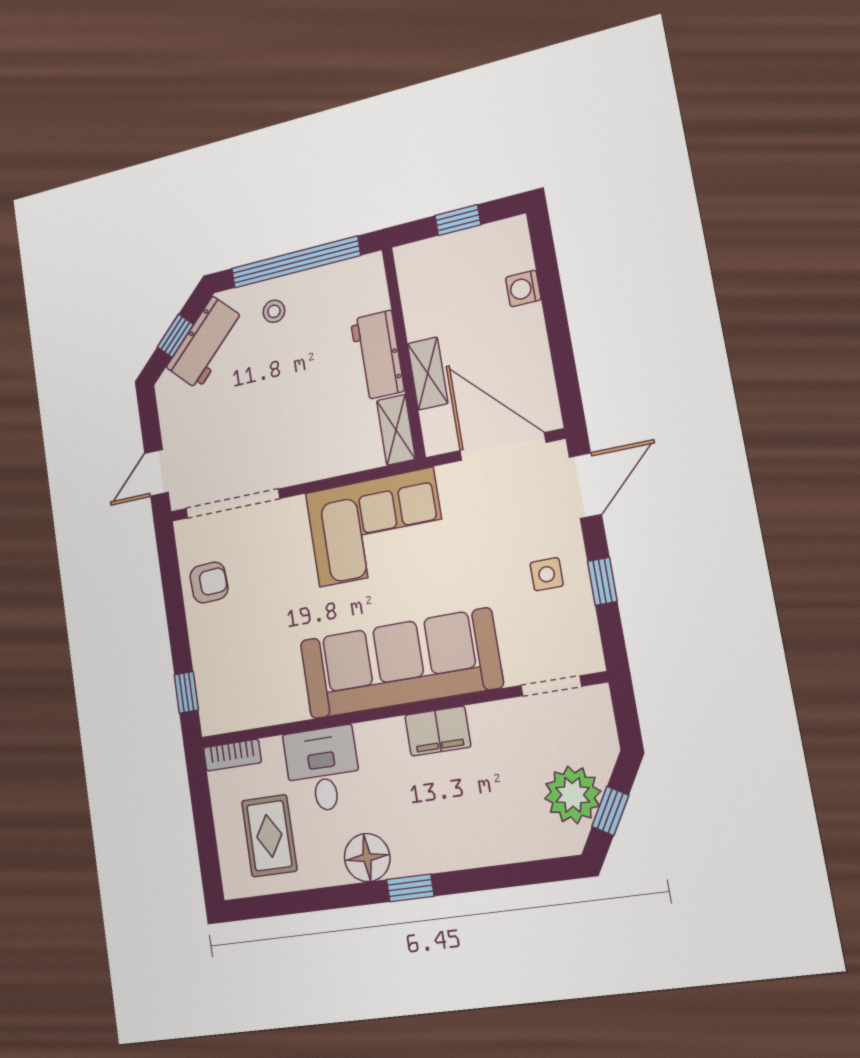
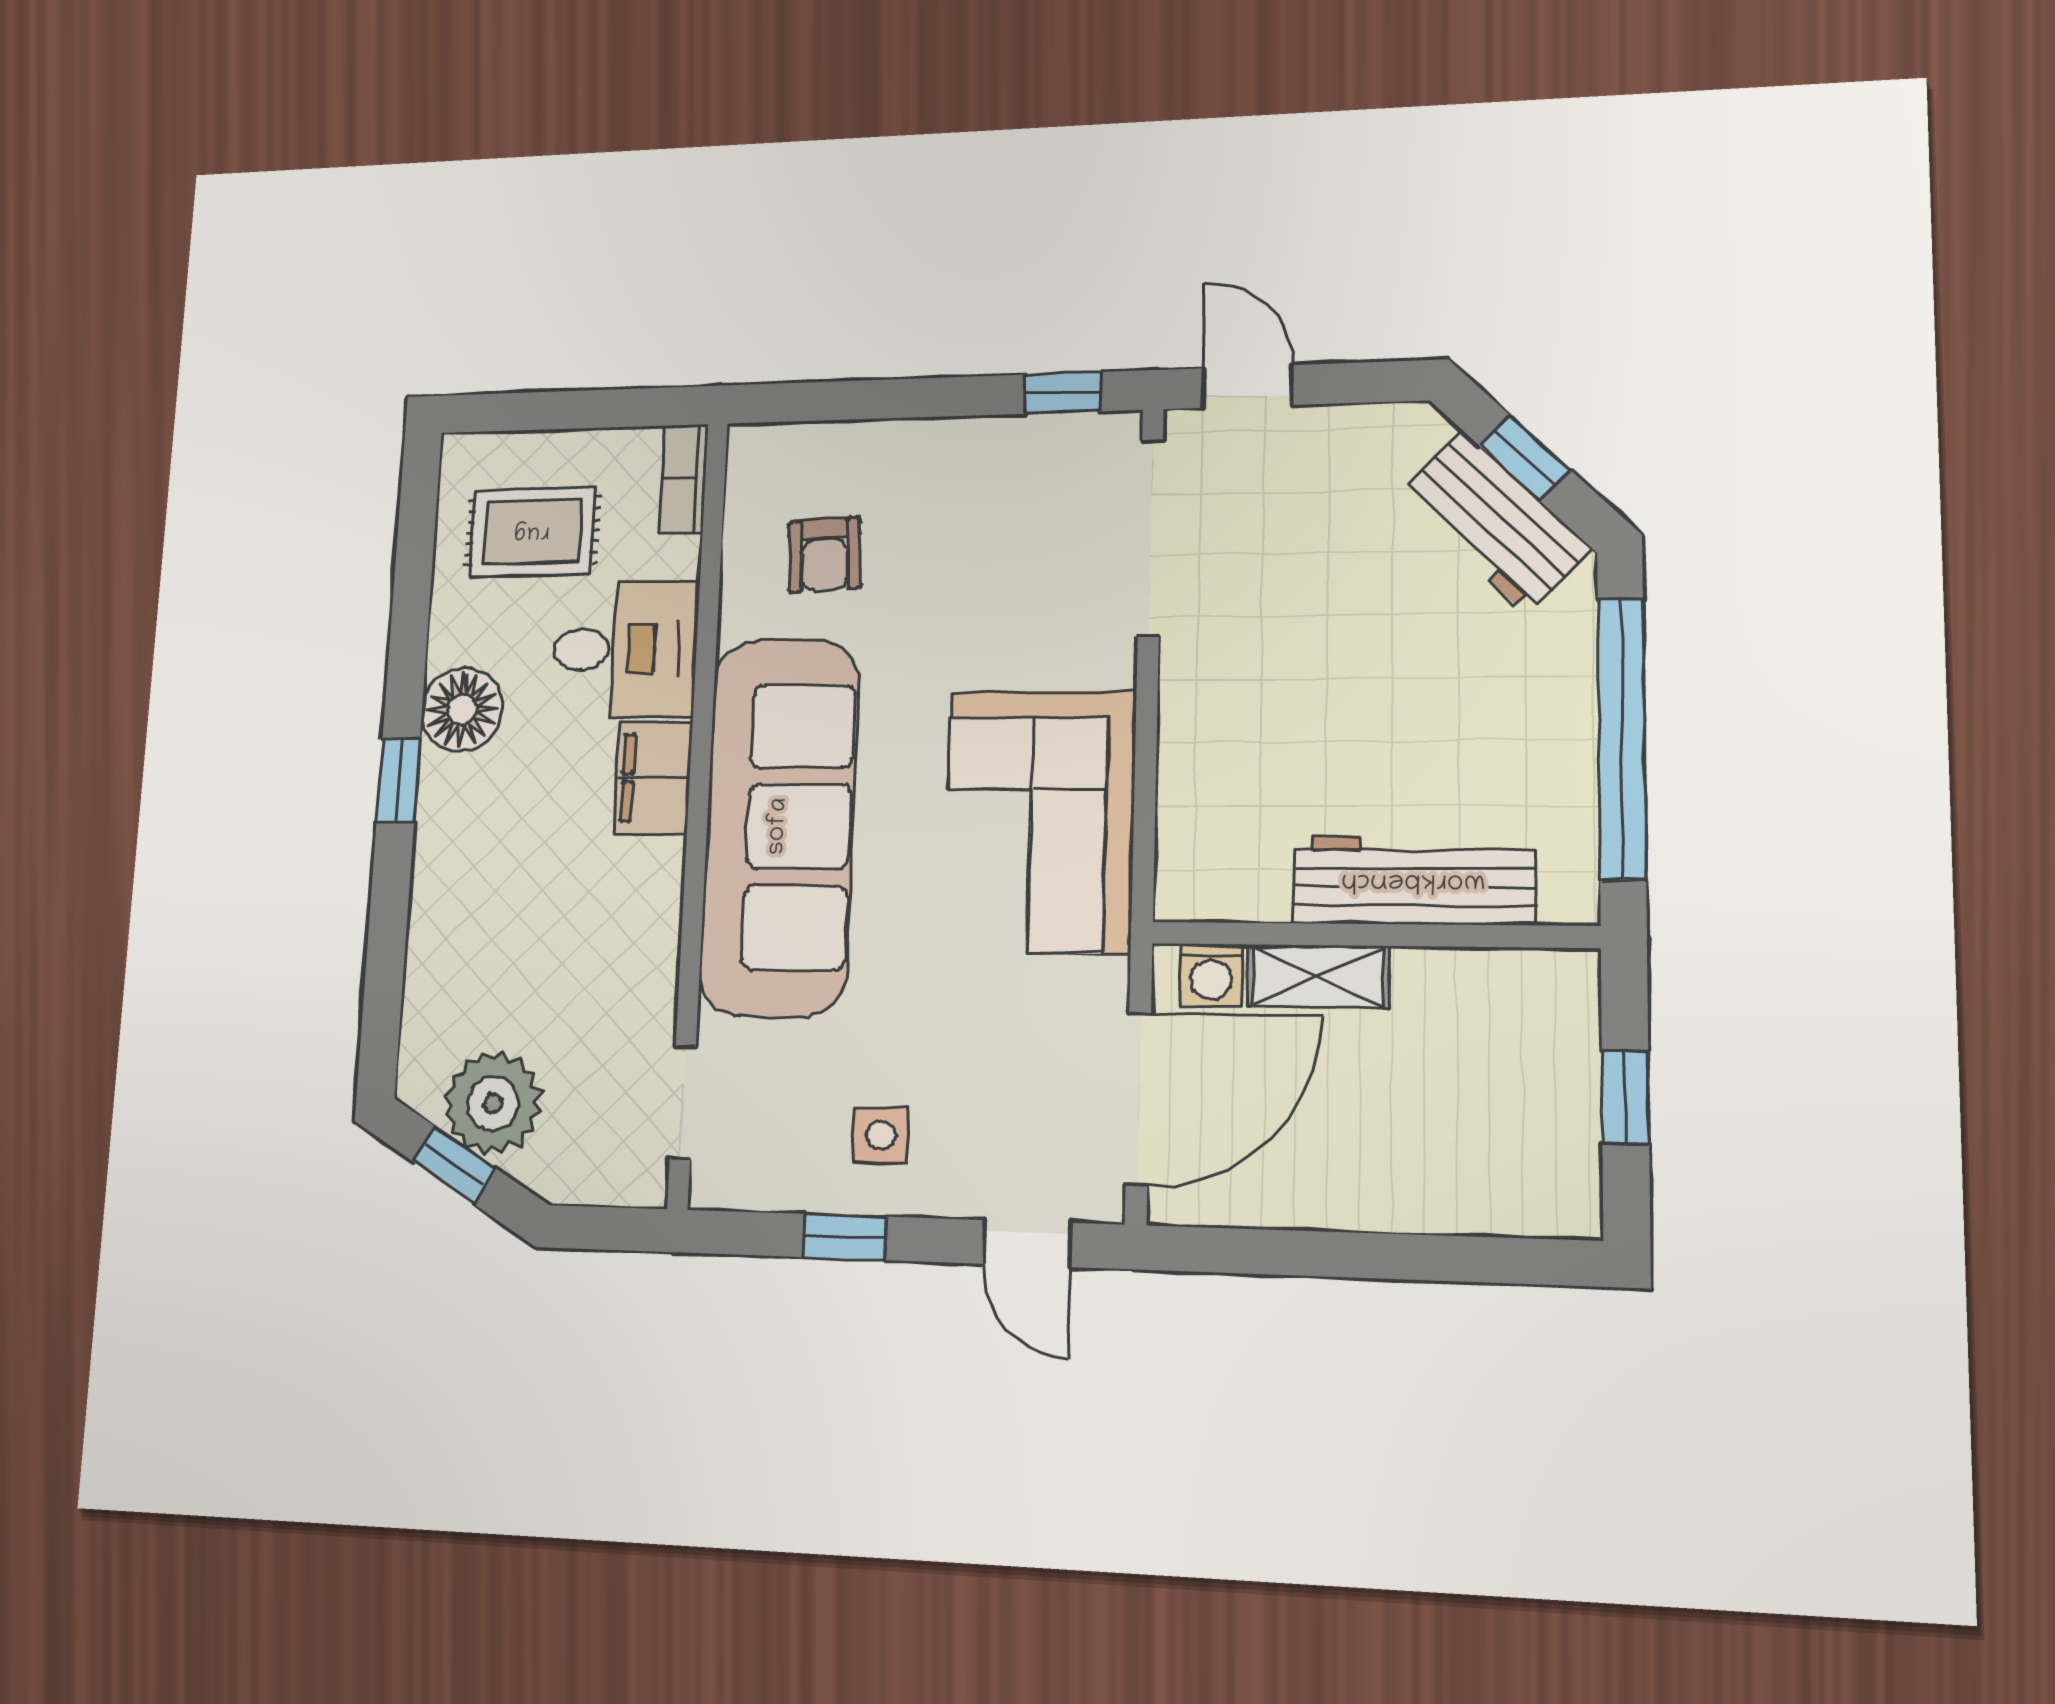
washing machine: (523, 289) -> (1211, 975), moved, turned 180
stool: (274, 311) -> (1526, 677), removed
workbench: (377, 355) -> (1413, 880), width x1.38
shelving: (396, 430) -> (1220, 893), removed
door: (585, 486) -> (1027, 1243), width x0.73
armchair: (209, 582) -> (824, 555), moved
window: (186, 692) -> (1063, 393), moved
filing cabinet: (438, 731) -> (653, 778), moved

